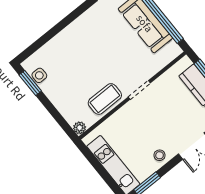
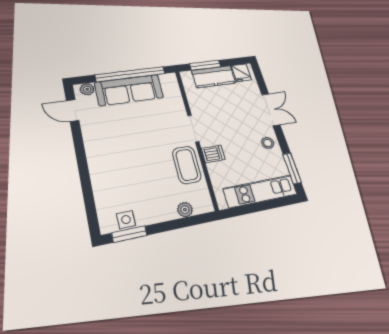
dishwasher: (125, 115) -> (213, 154), added
plant: (80, 128) -> (185, 210), moved

